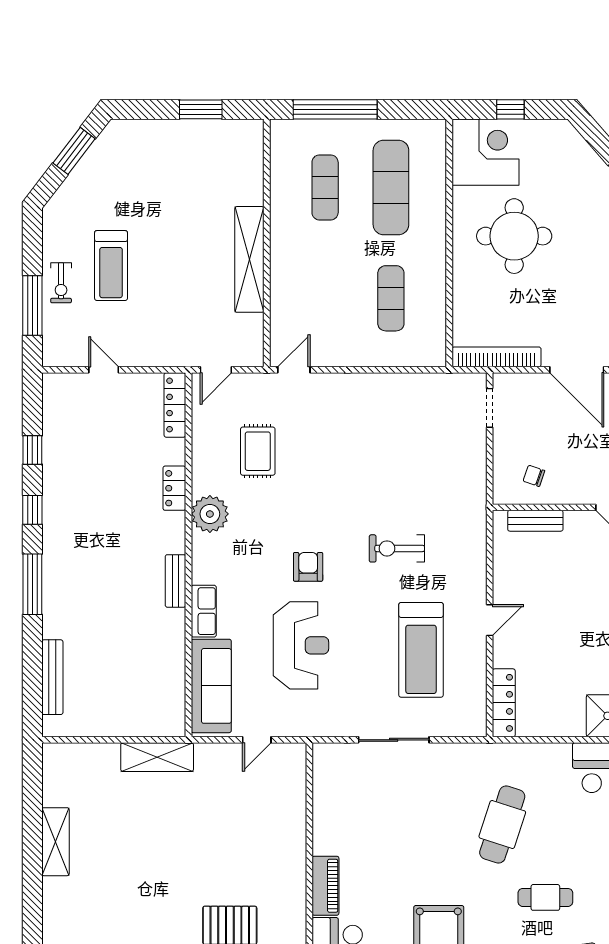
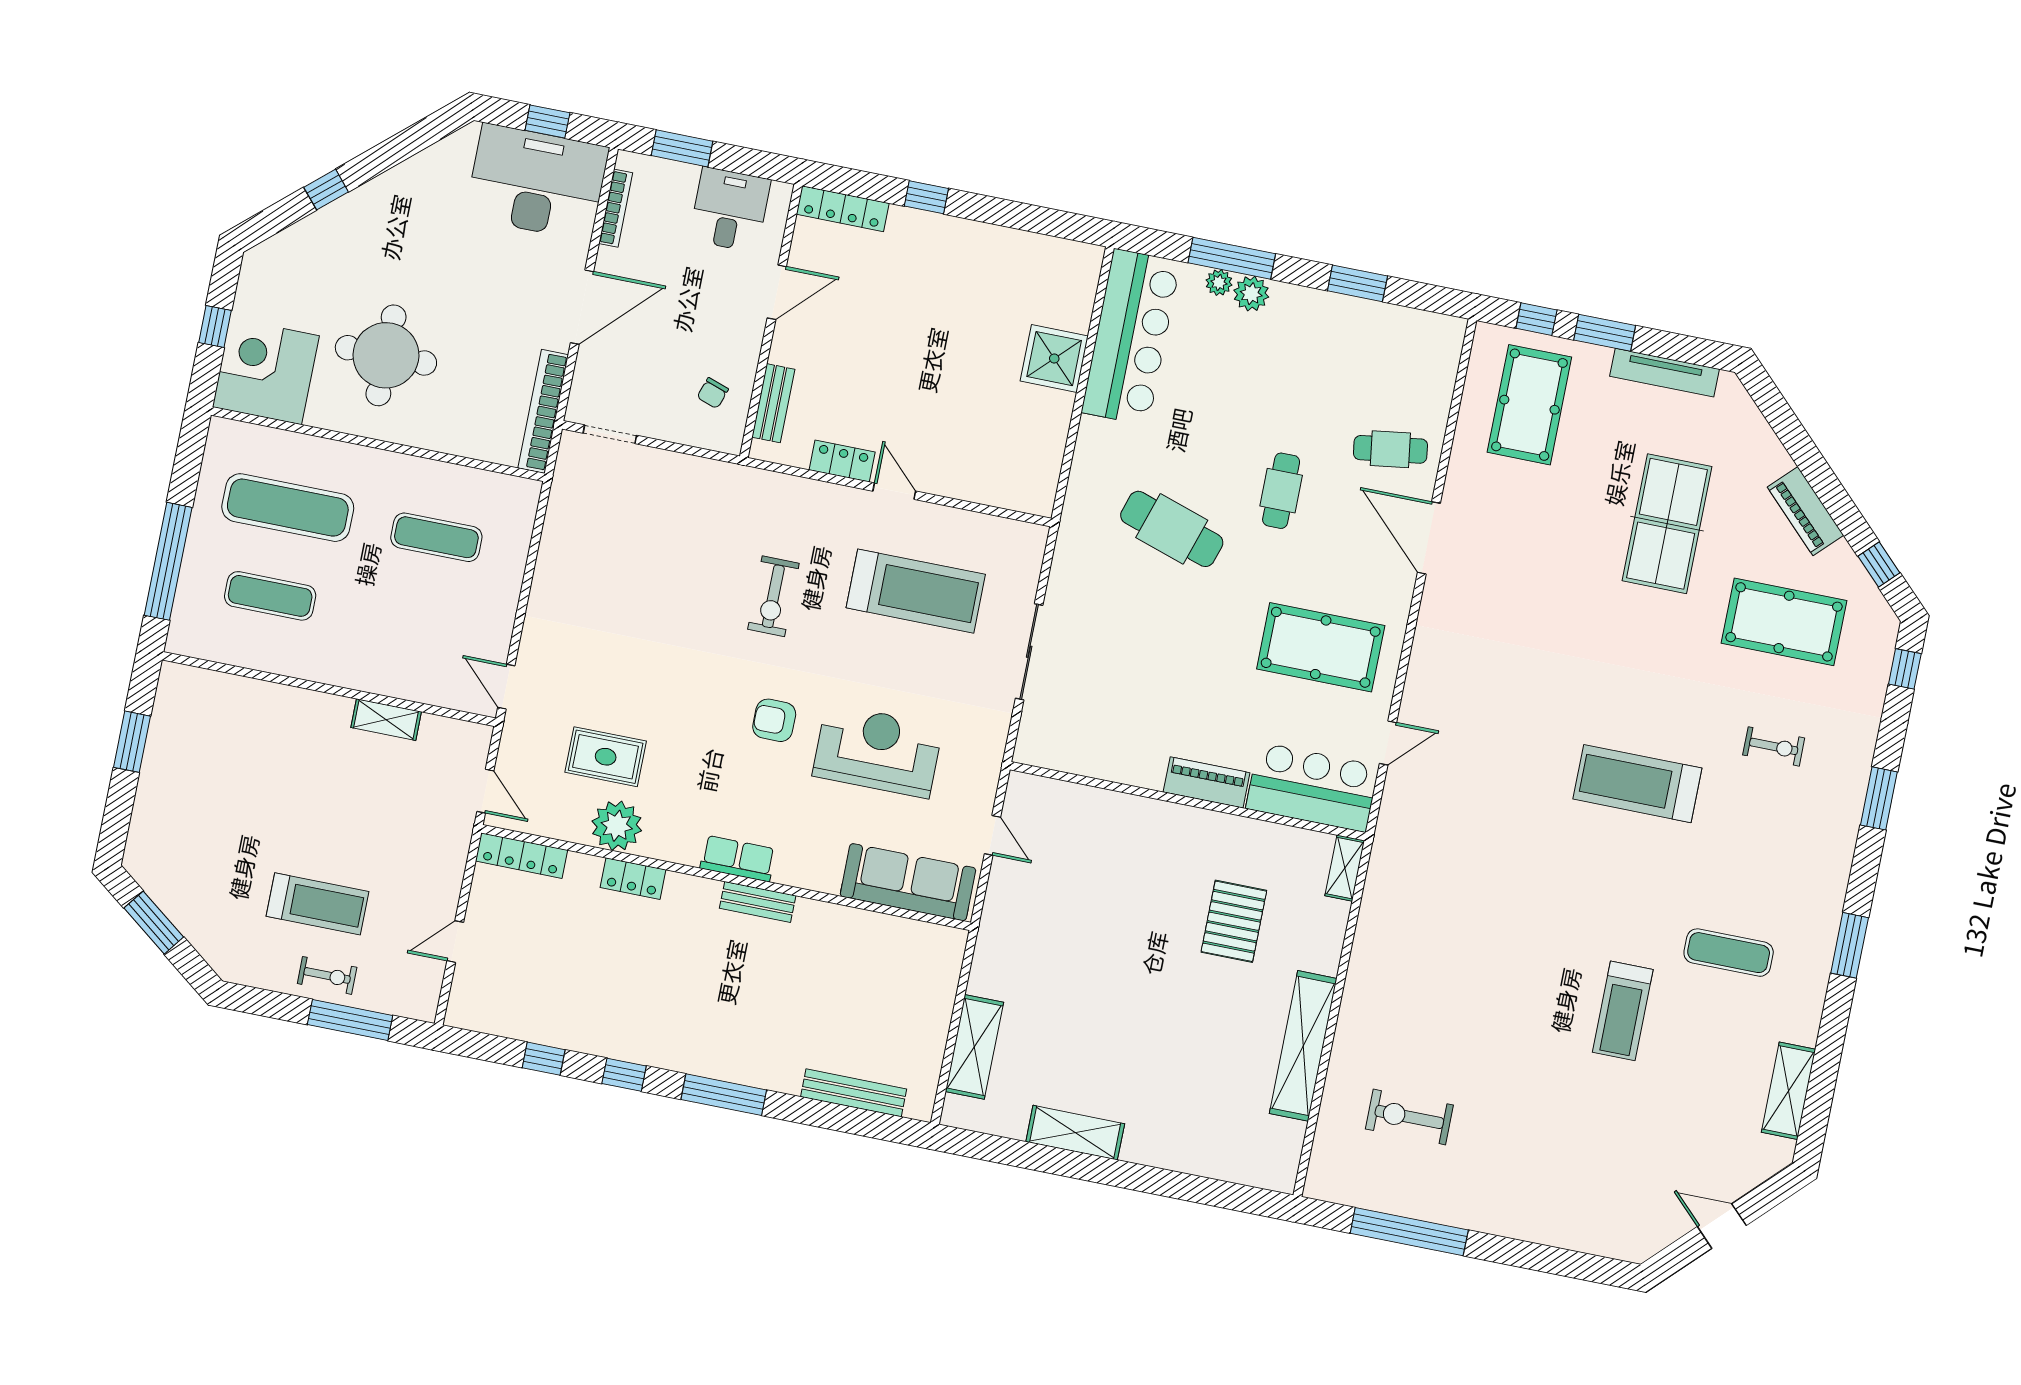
shelving: (249, 259) -> (386, 720), width x0.45, depth x0.75
plant: (210, 514) -> (617, 826), moved
row of seats: (204, 611) -> (738, 859), moved
locker: (504, 703) -> (842, 461), moved, width x0.66
shelving: (157, 757) -> (974, 1047), moved

